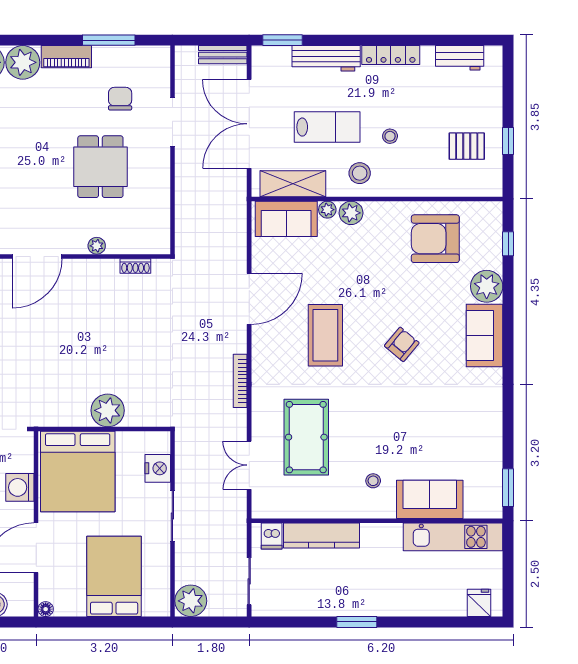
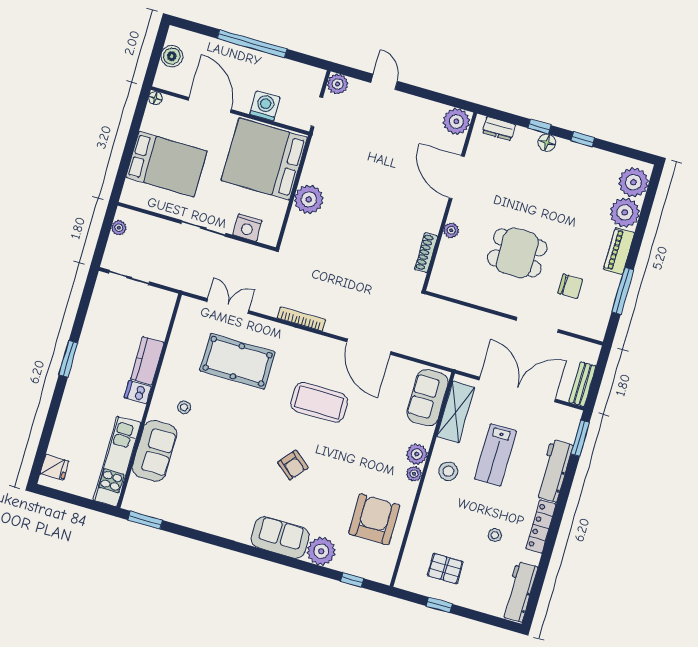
workbench: (460, 58) -> (519, 592), width x1.38
stool: (390, 136) -> (495, 535), moved
pallet: (467, 146) -> (445, 569), turned 90
plant: (327, 210) -> (414, 474), moved
shoe rack: (135, 266) -> (426, 253), width x1.43
kitchen counter: (321, 535) -> (147, 361), width x0.67
dishwasher: (272, 536) -> (138, 392), moved
plant: (191, 601) -> (119, 228), width x0.53, depth x0.53

